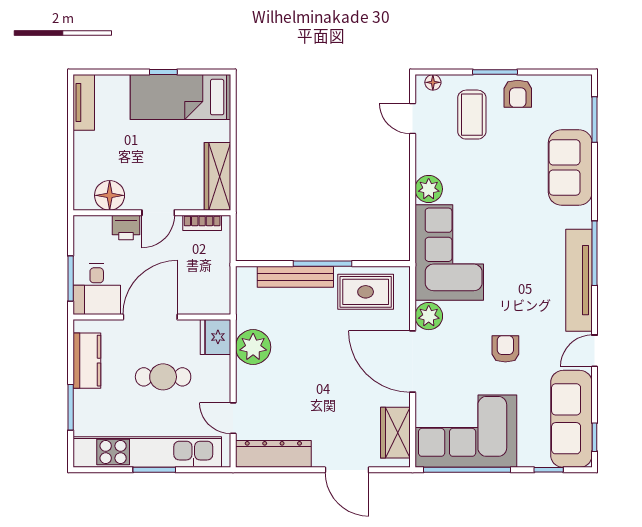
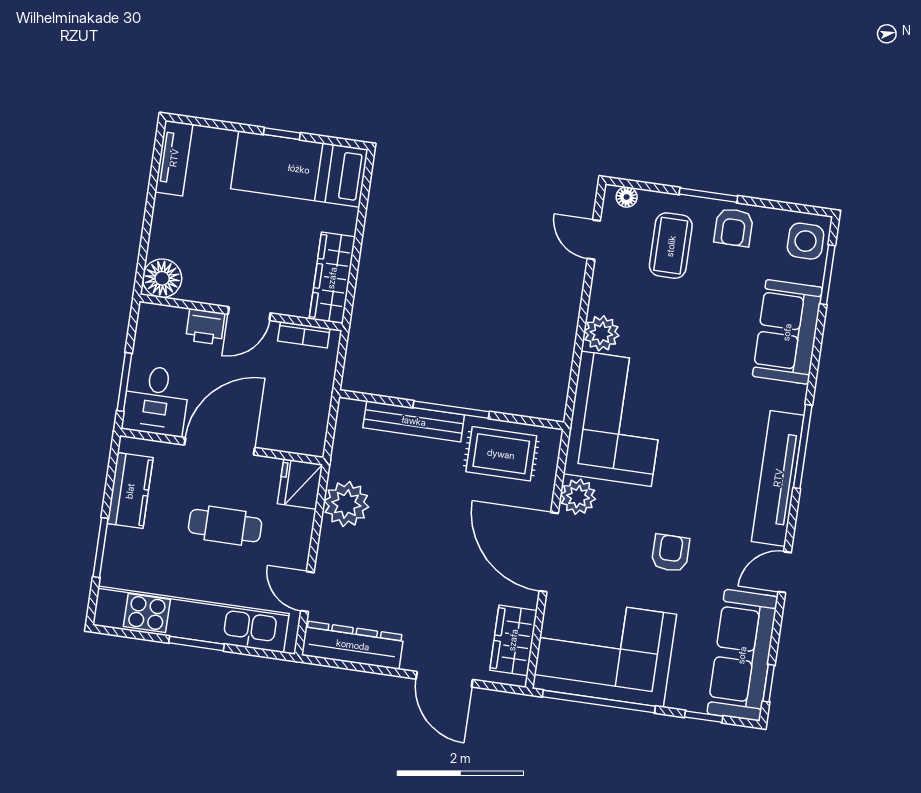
side table: (574, 96) -> (806, 241), added
floor lamp: (110, 195) -> (162, 278), moved

